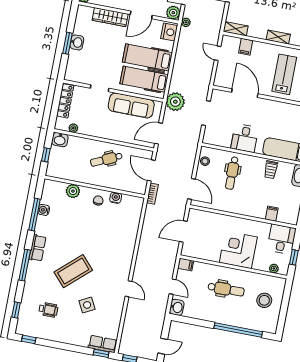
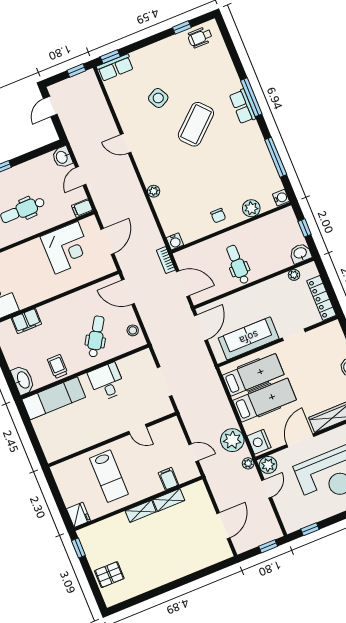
shelving: (236, 29) -> (169, 500), moved
door: (245, 93) -> (138, 429), width x0.53
plant: (175, 102) -> (232, 440), moved
dental chair: (106, 159) -> (238, 265), turned -65
dental chair: (232, 173) -> (96, 336), turned 32
water cooler: (116, 198) -> (175, 241), moved
water cooler: (44, 210) -> (281, 198), moved
filing cabinet: (272, 214) -> (26, 321), width x2.00
plant: (131, 245) -> (154, 191), added
row of seats: (37, 248) -> (242, 107), moved
corner desk: (238, 250) -> (67, 248), moved
door: (173, 287) -> (81, 176), hinge flipped
window: (16, 310) -> (229, 44), removed
wheelchair: (48, 310) -> (200, 37), moved
window: (29, 339) -> (182, 27), moved

